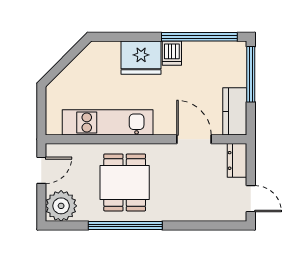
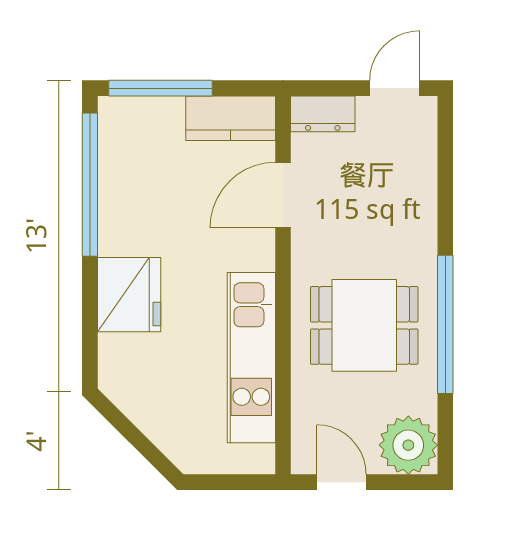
dishwasher: (172, 53) -> (121, 236), removed

